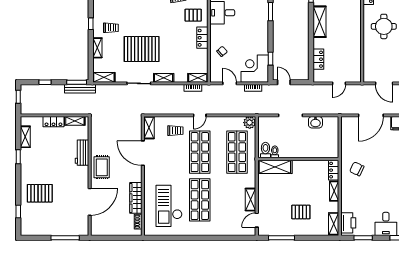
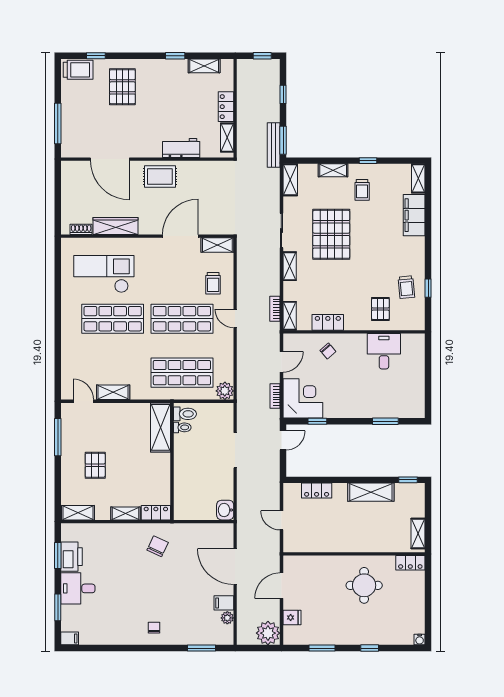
locker: (202, 38) -> (328, 322), moved
washbasin: (315, 122) -> (225, 510), moved
printer: (348, 223) -> (72, 557), moved, turned -90
trolley: (28, 224) -> (78, 70), added

